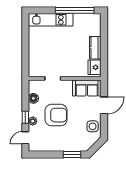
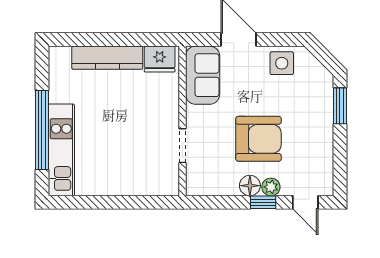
window: (75, 10) -> (42, 130), moved
kitchen counter: (95, 48) -> (107, 58), width x1.50
floor lamp: (33, 98) -> (250, 186), moved
armchair: (56, 115) -> (258, 139), turned 90

